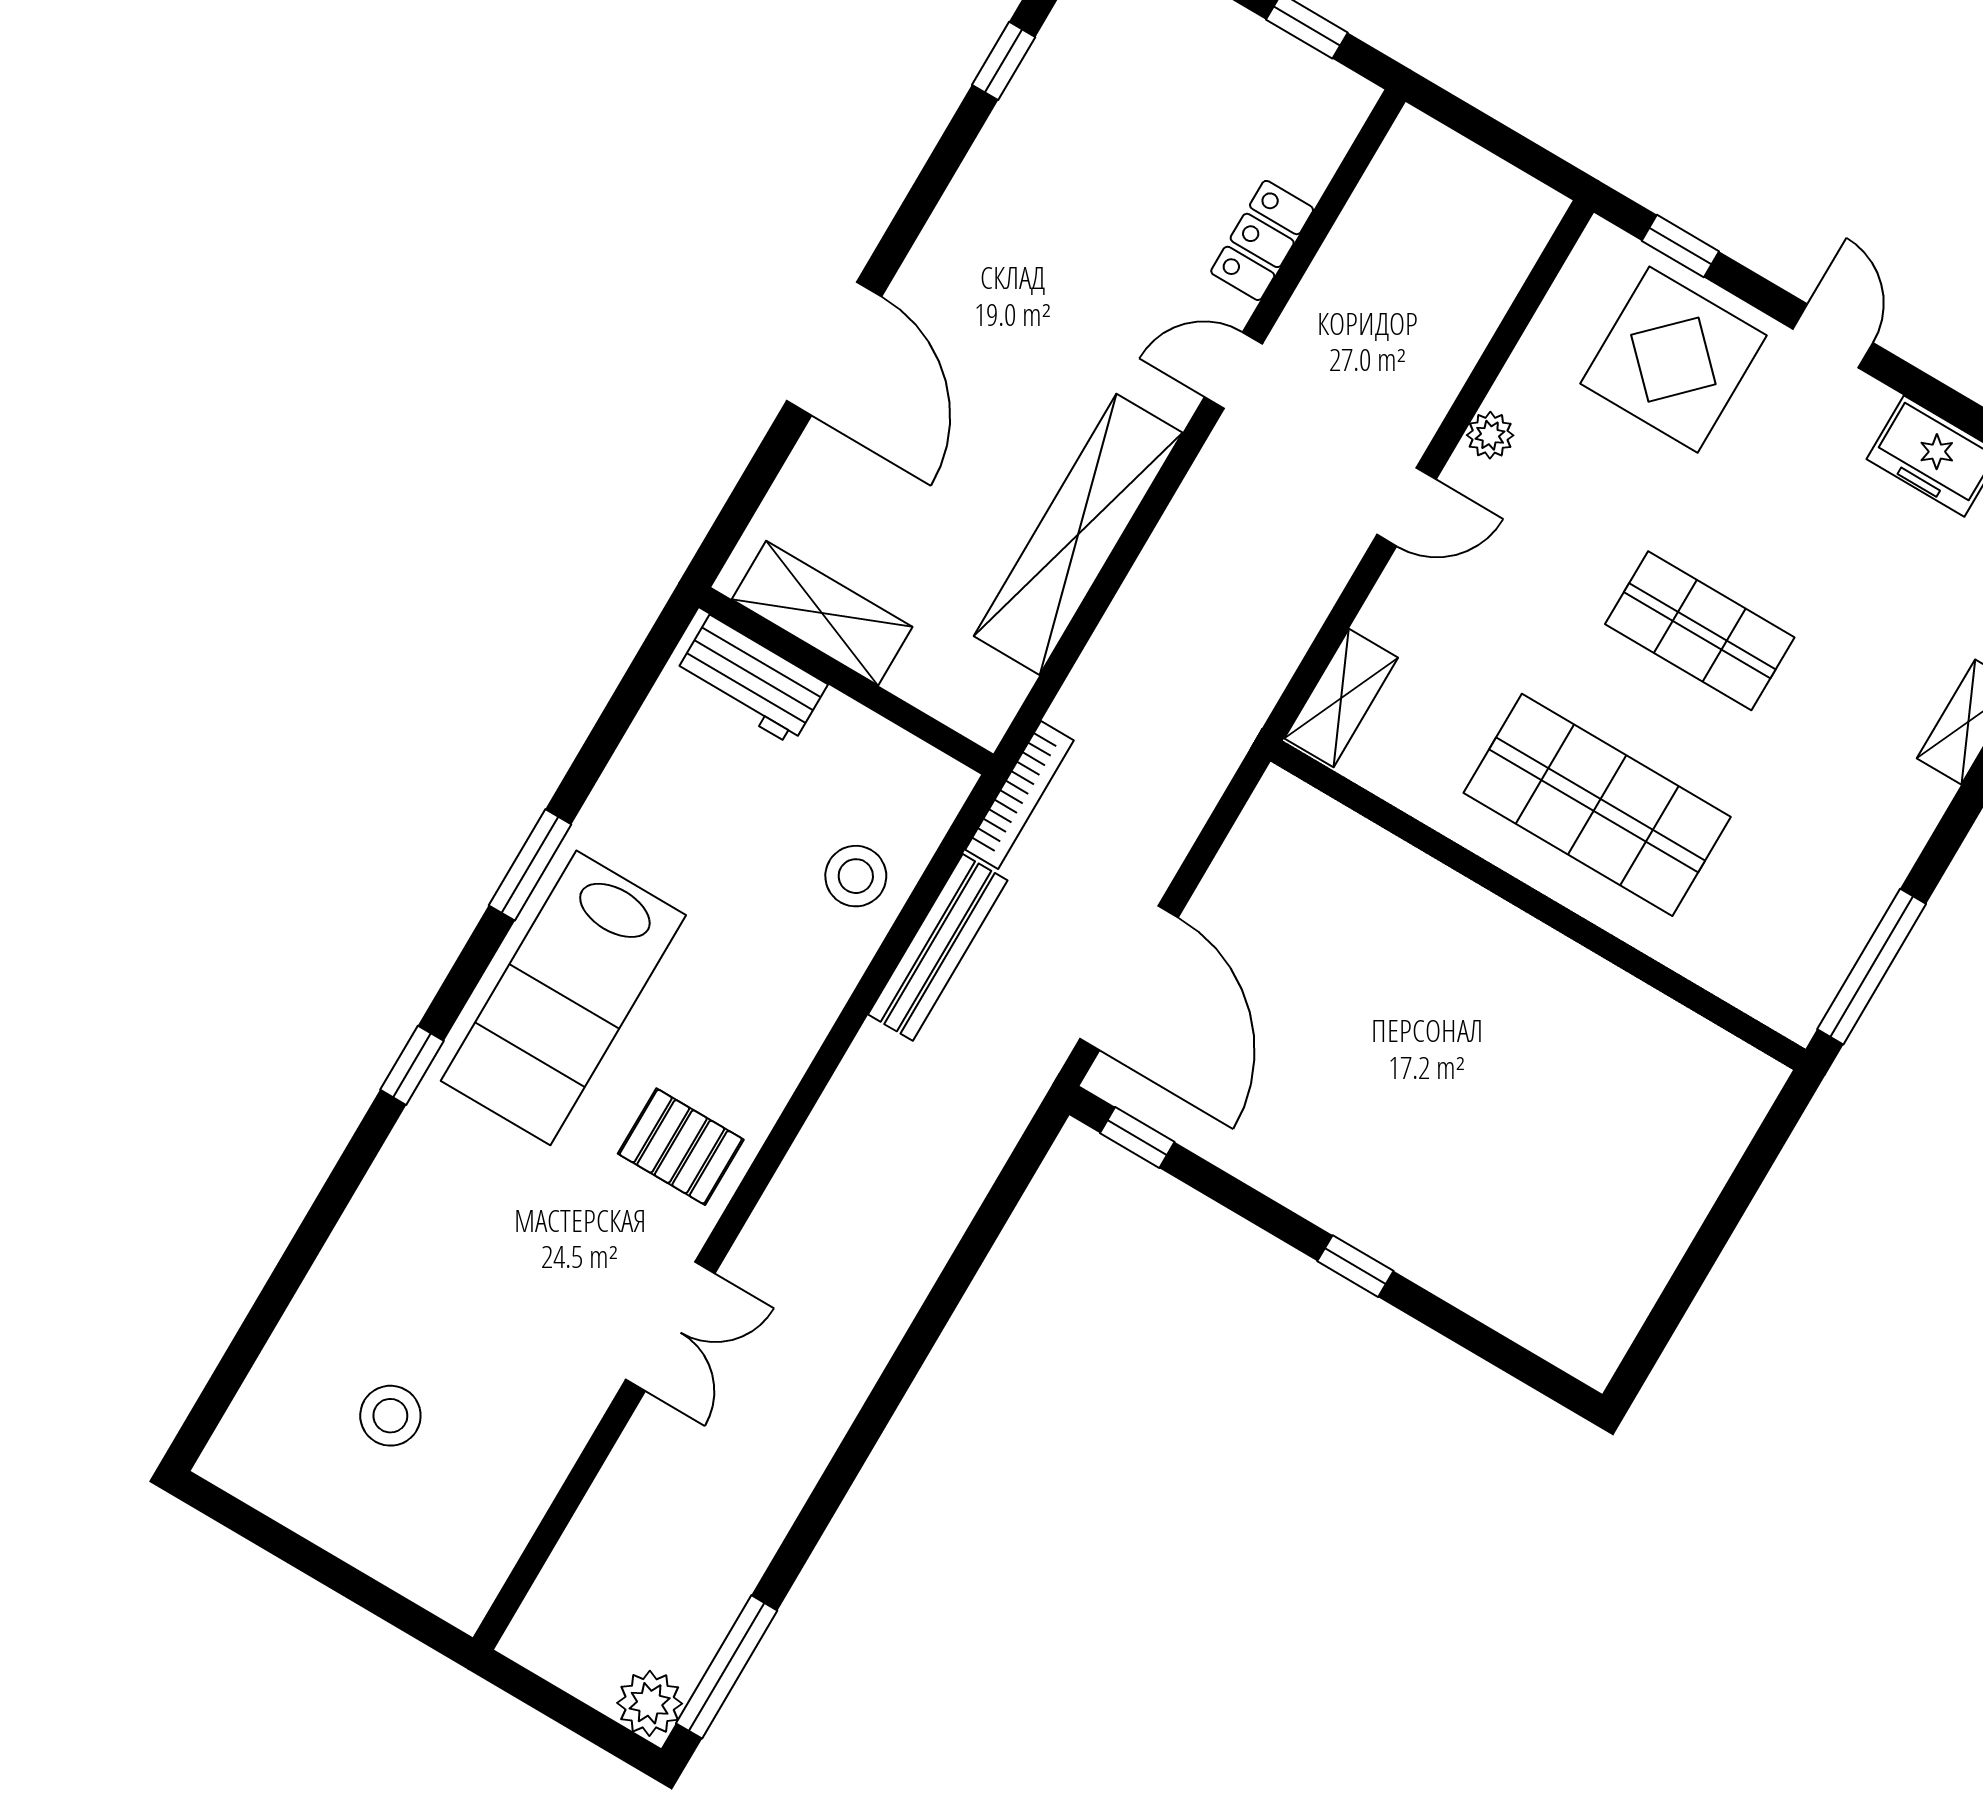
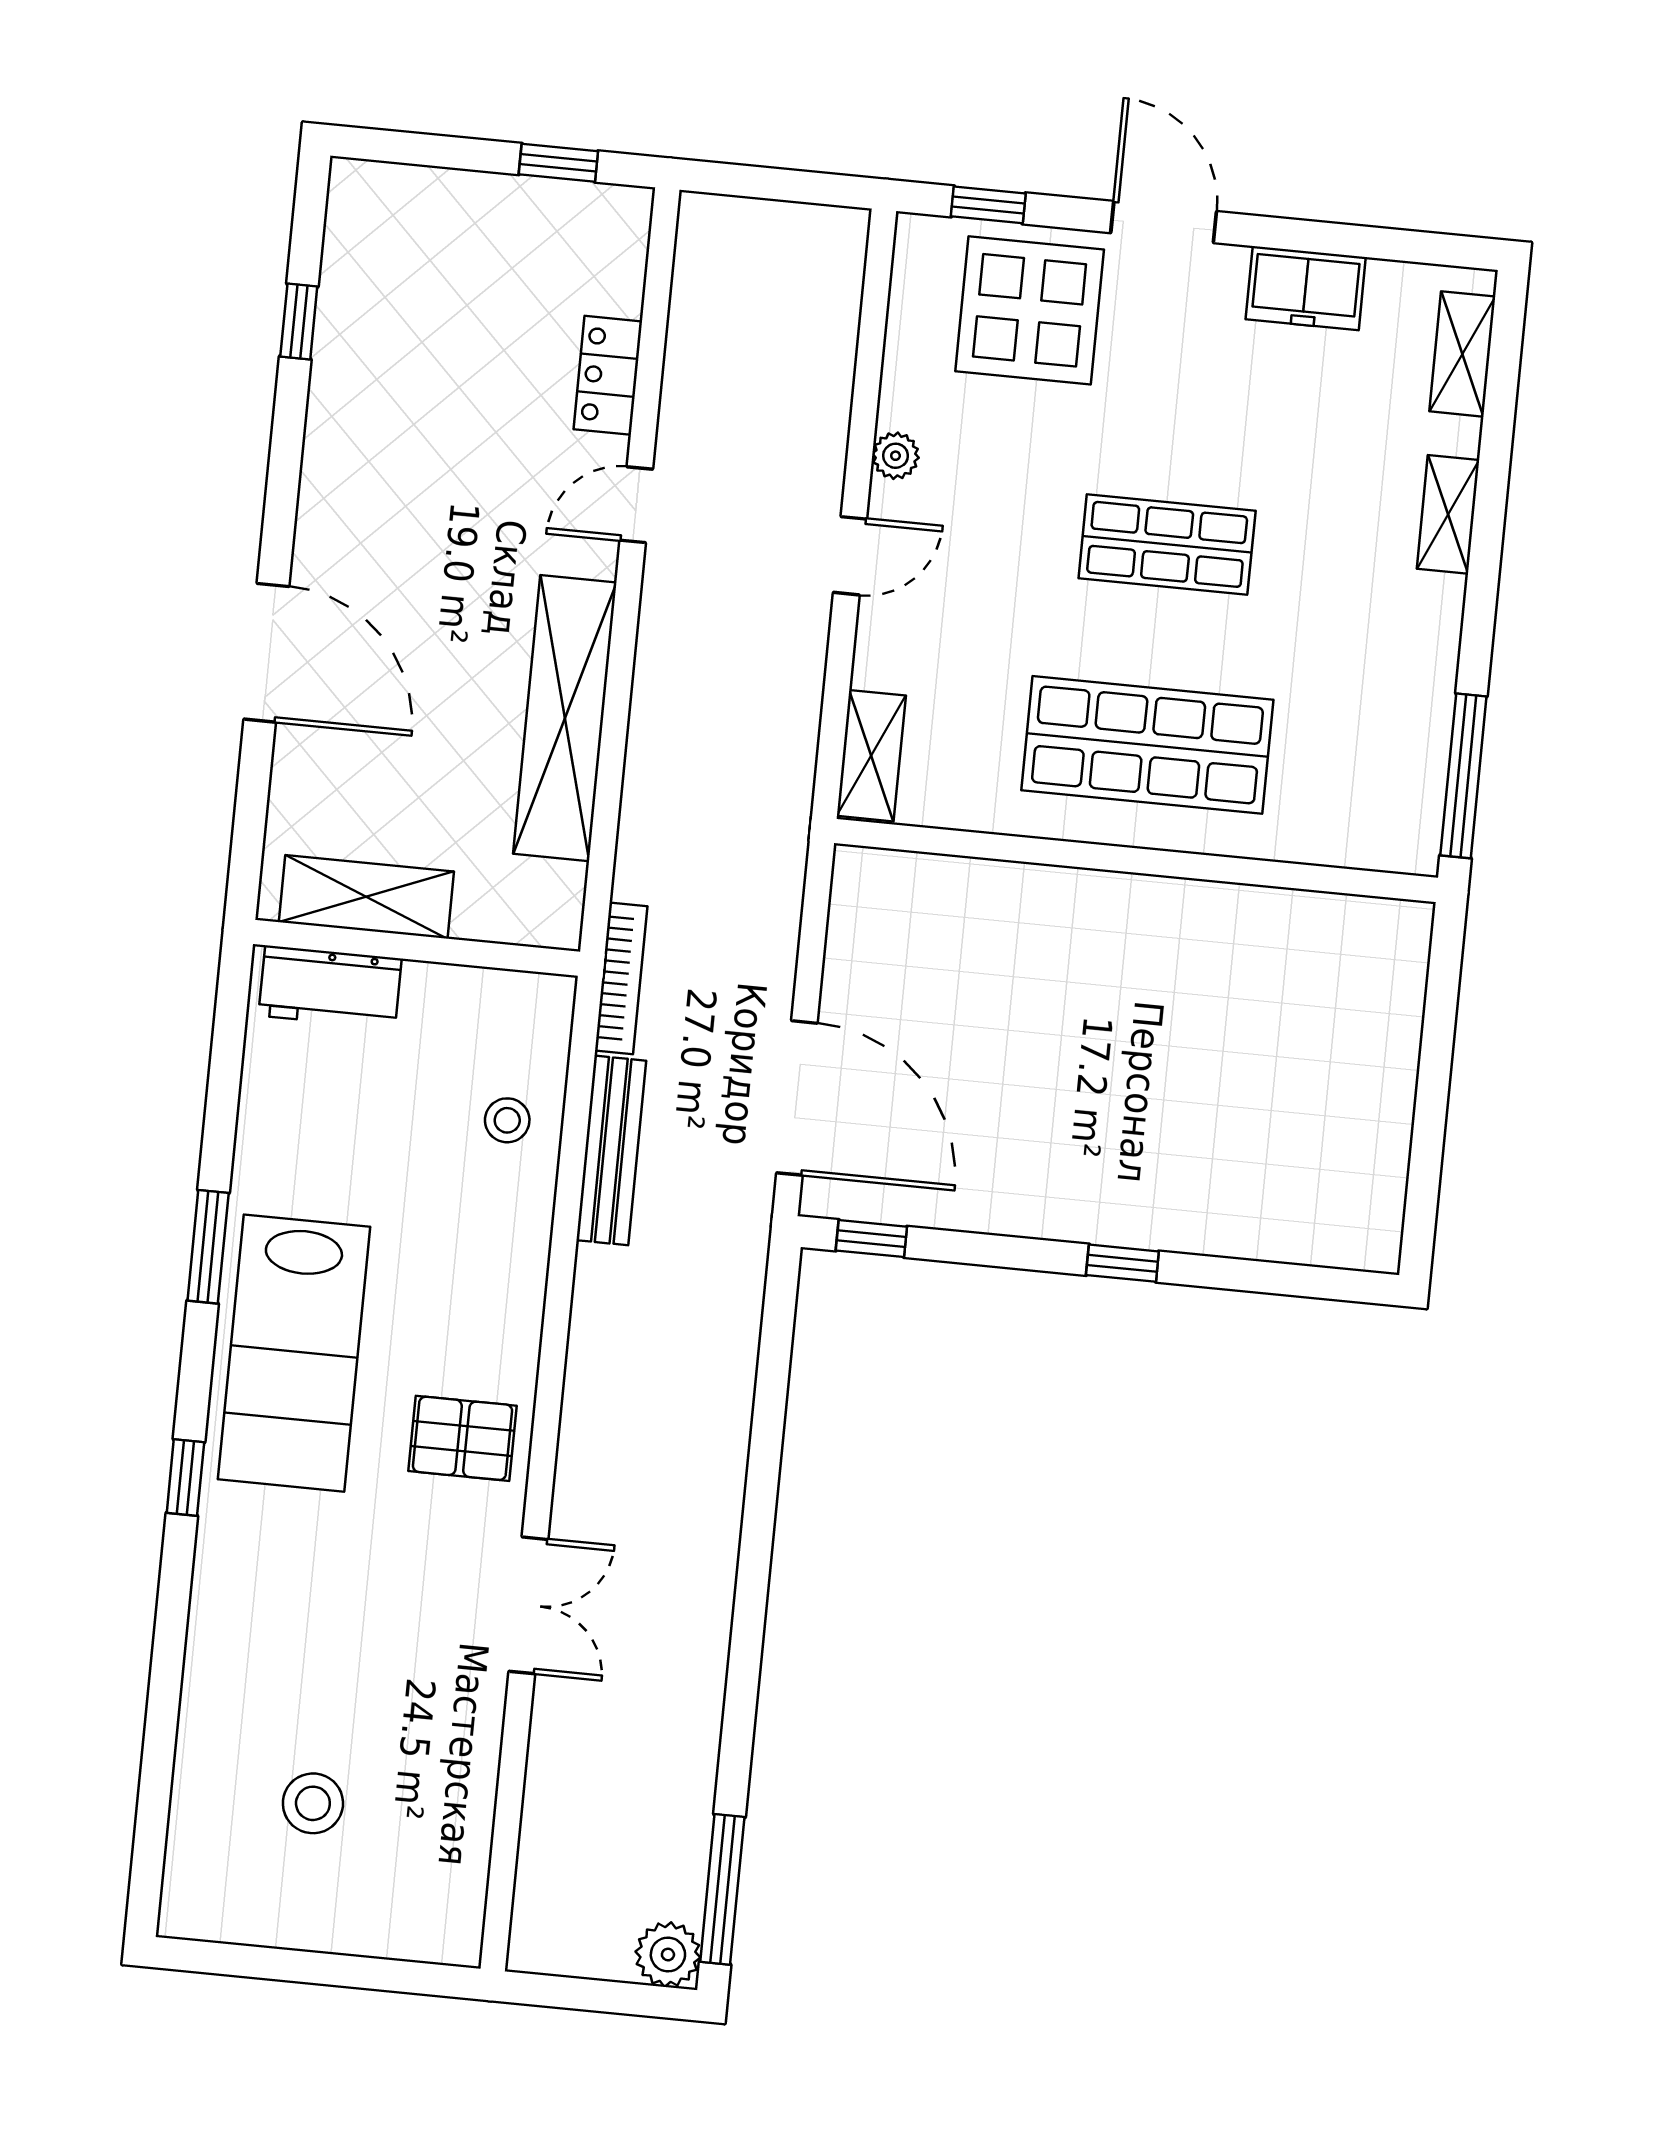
door: (1833, 336) -> (1164, 222), width x1.38
stool: (856, 876) -> (507, 1120), width x0.73, depth x0.73

